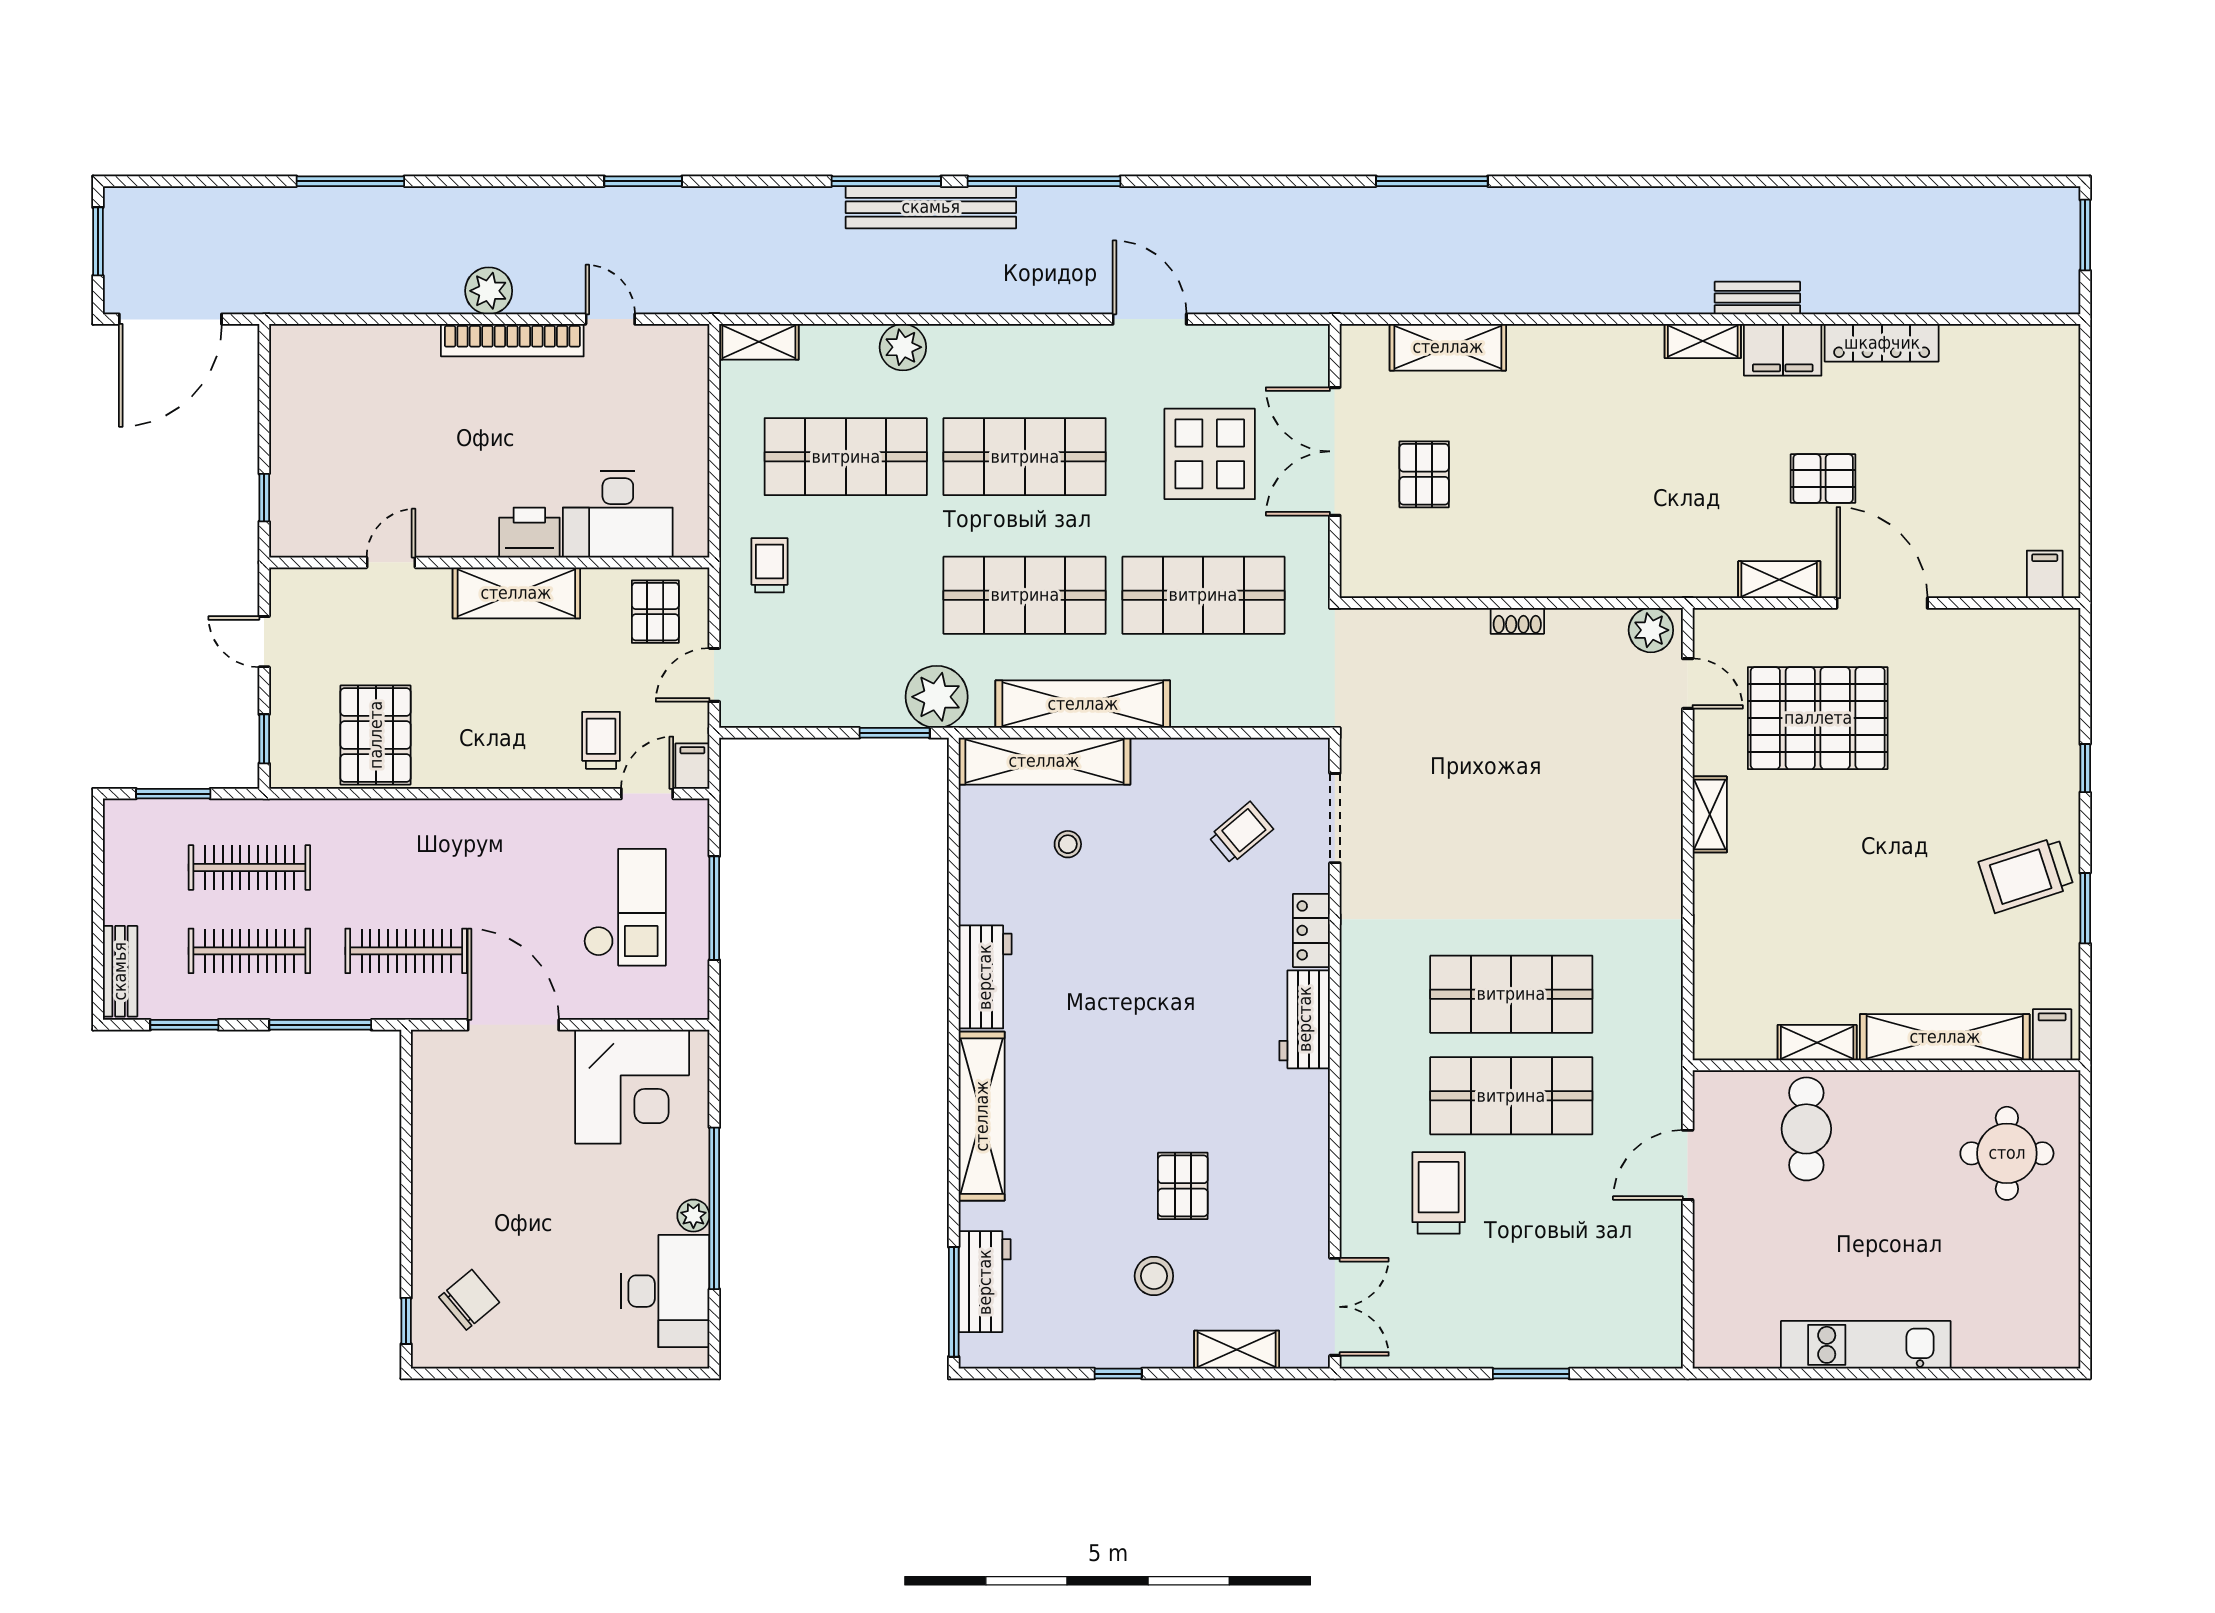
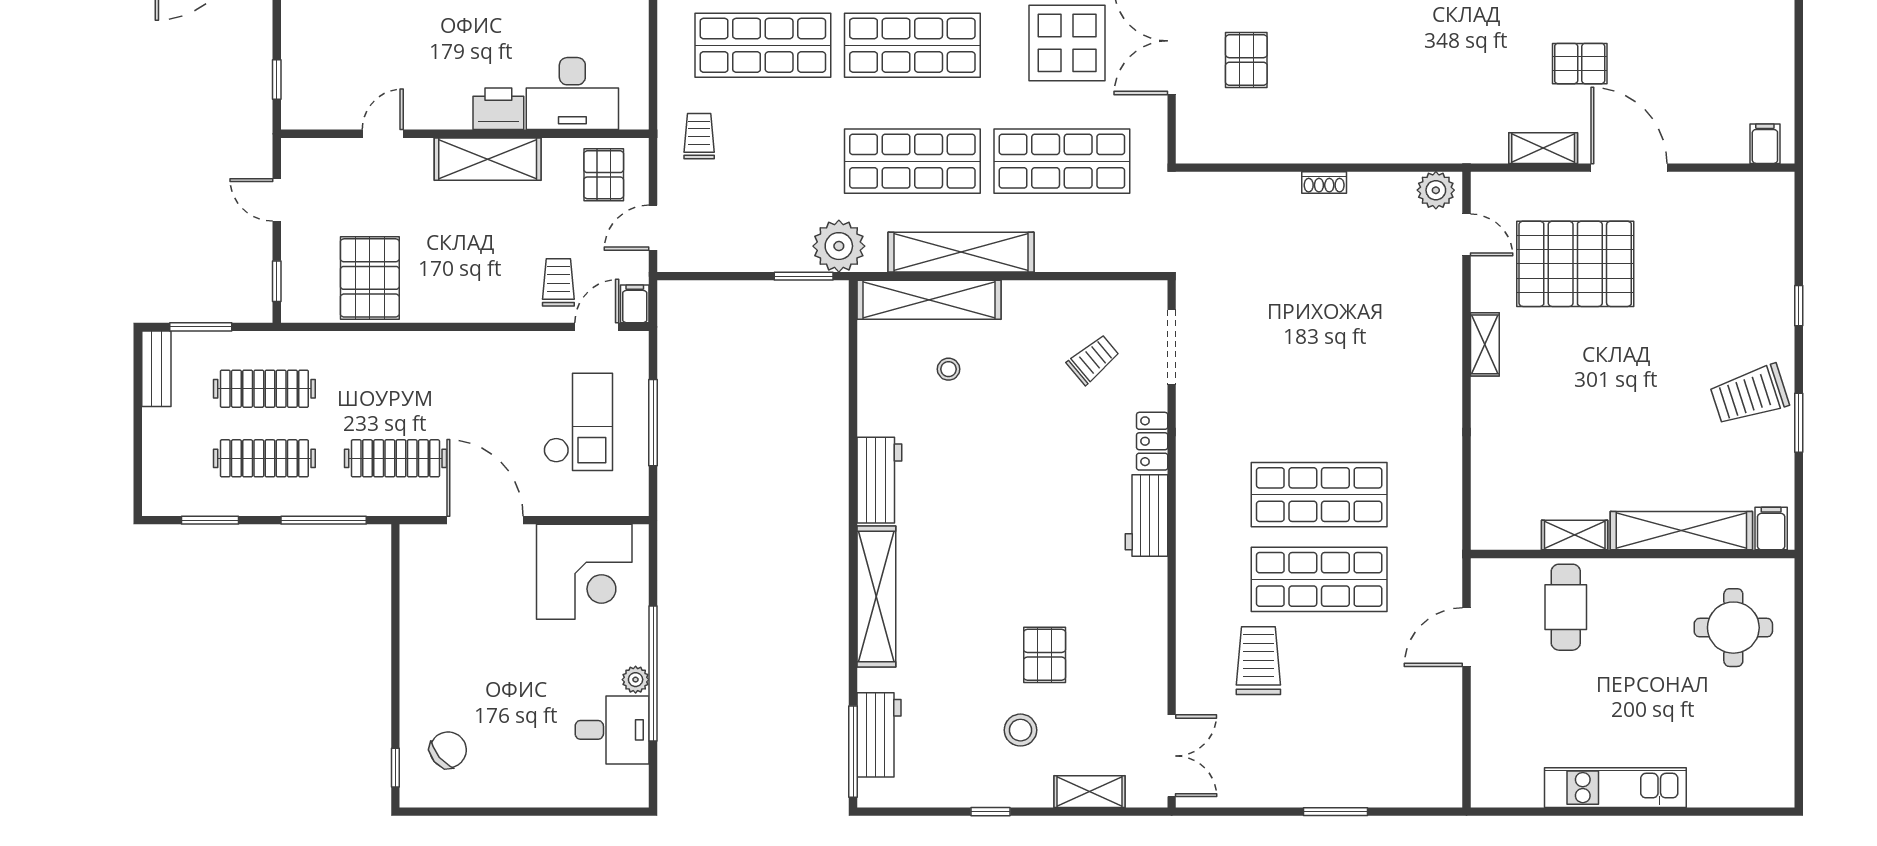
bench: (120, 971) -> (156, 369), moved
desk: (665, 1291) -> (612, 730), width x0.73

